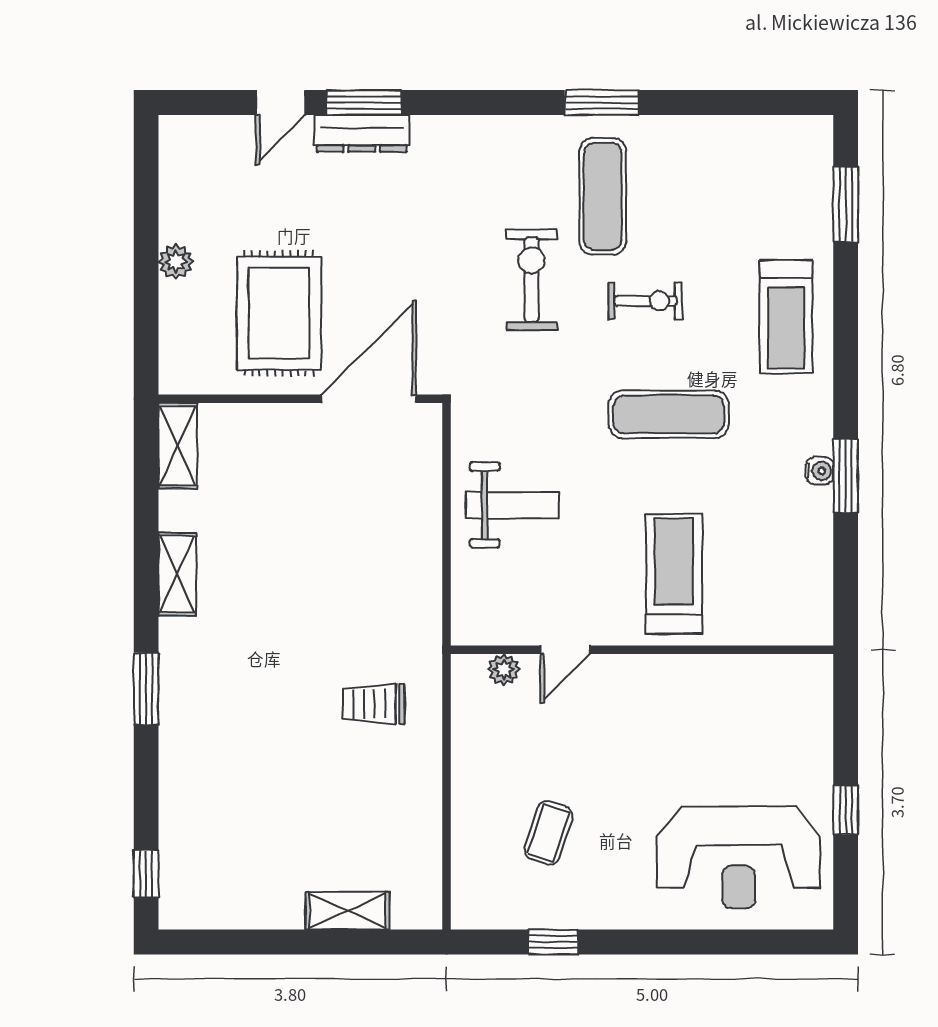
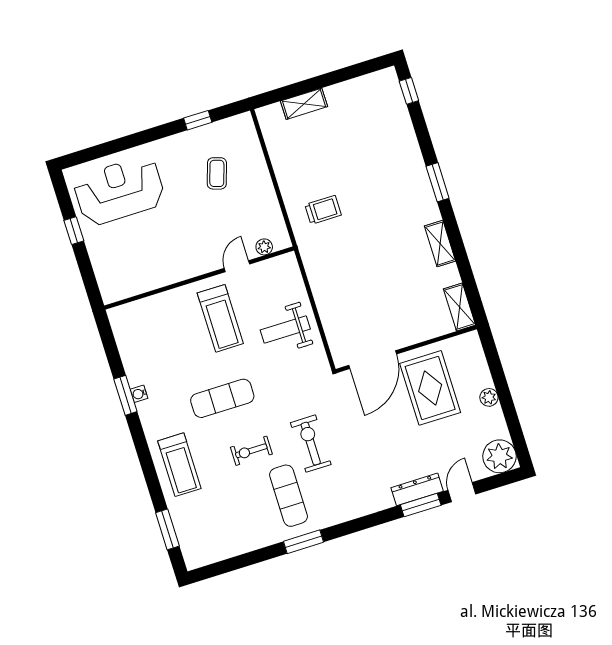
plant: (191, 147) -> (499, 456), added
exercise bike: (532, 280) -> (311, 444), turned 180
treadmill: (786, 317) -> (179, 465), turned 180
treadmill: (674, 574) -> (220, 318), moved

